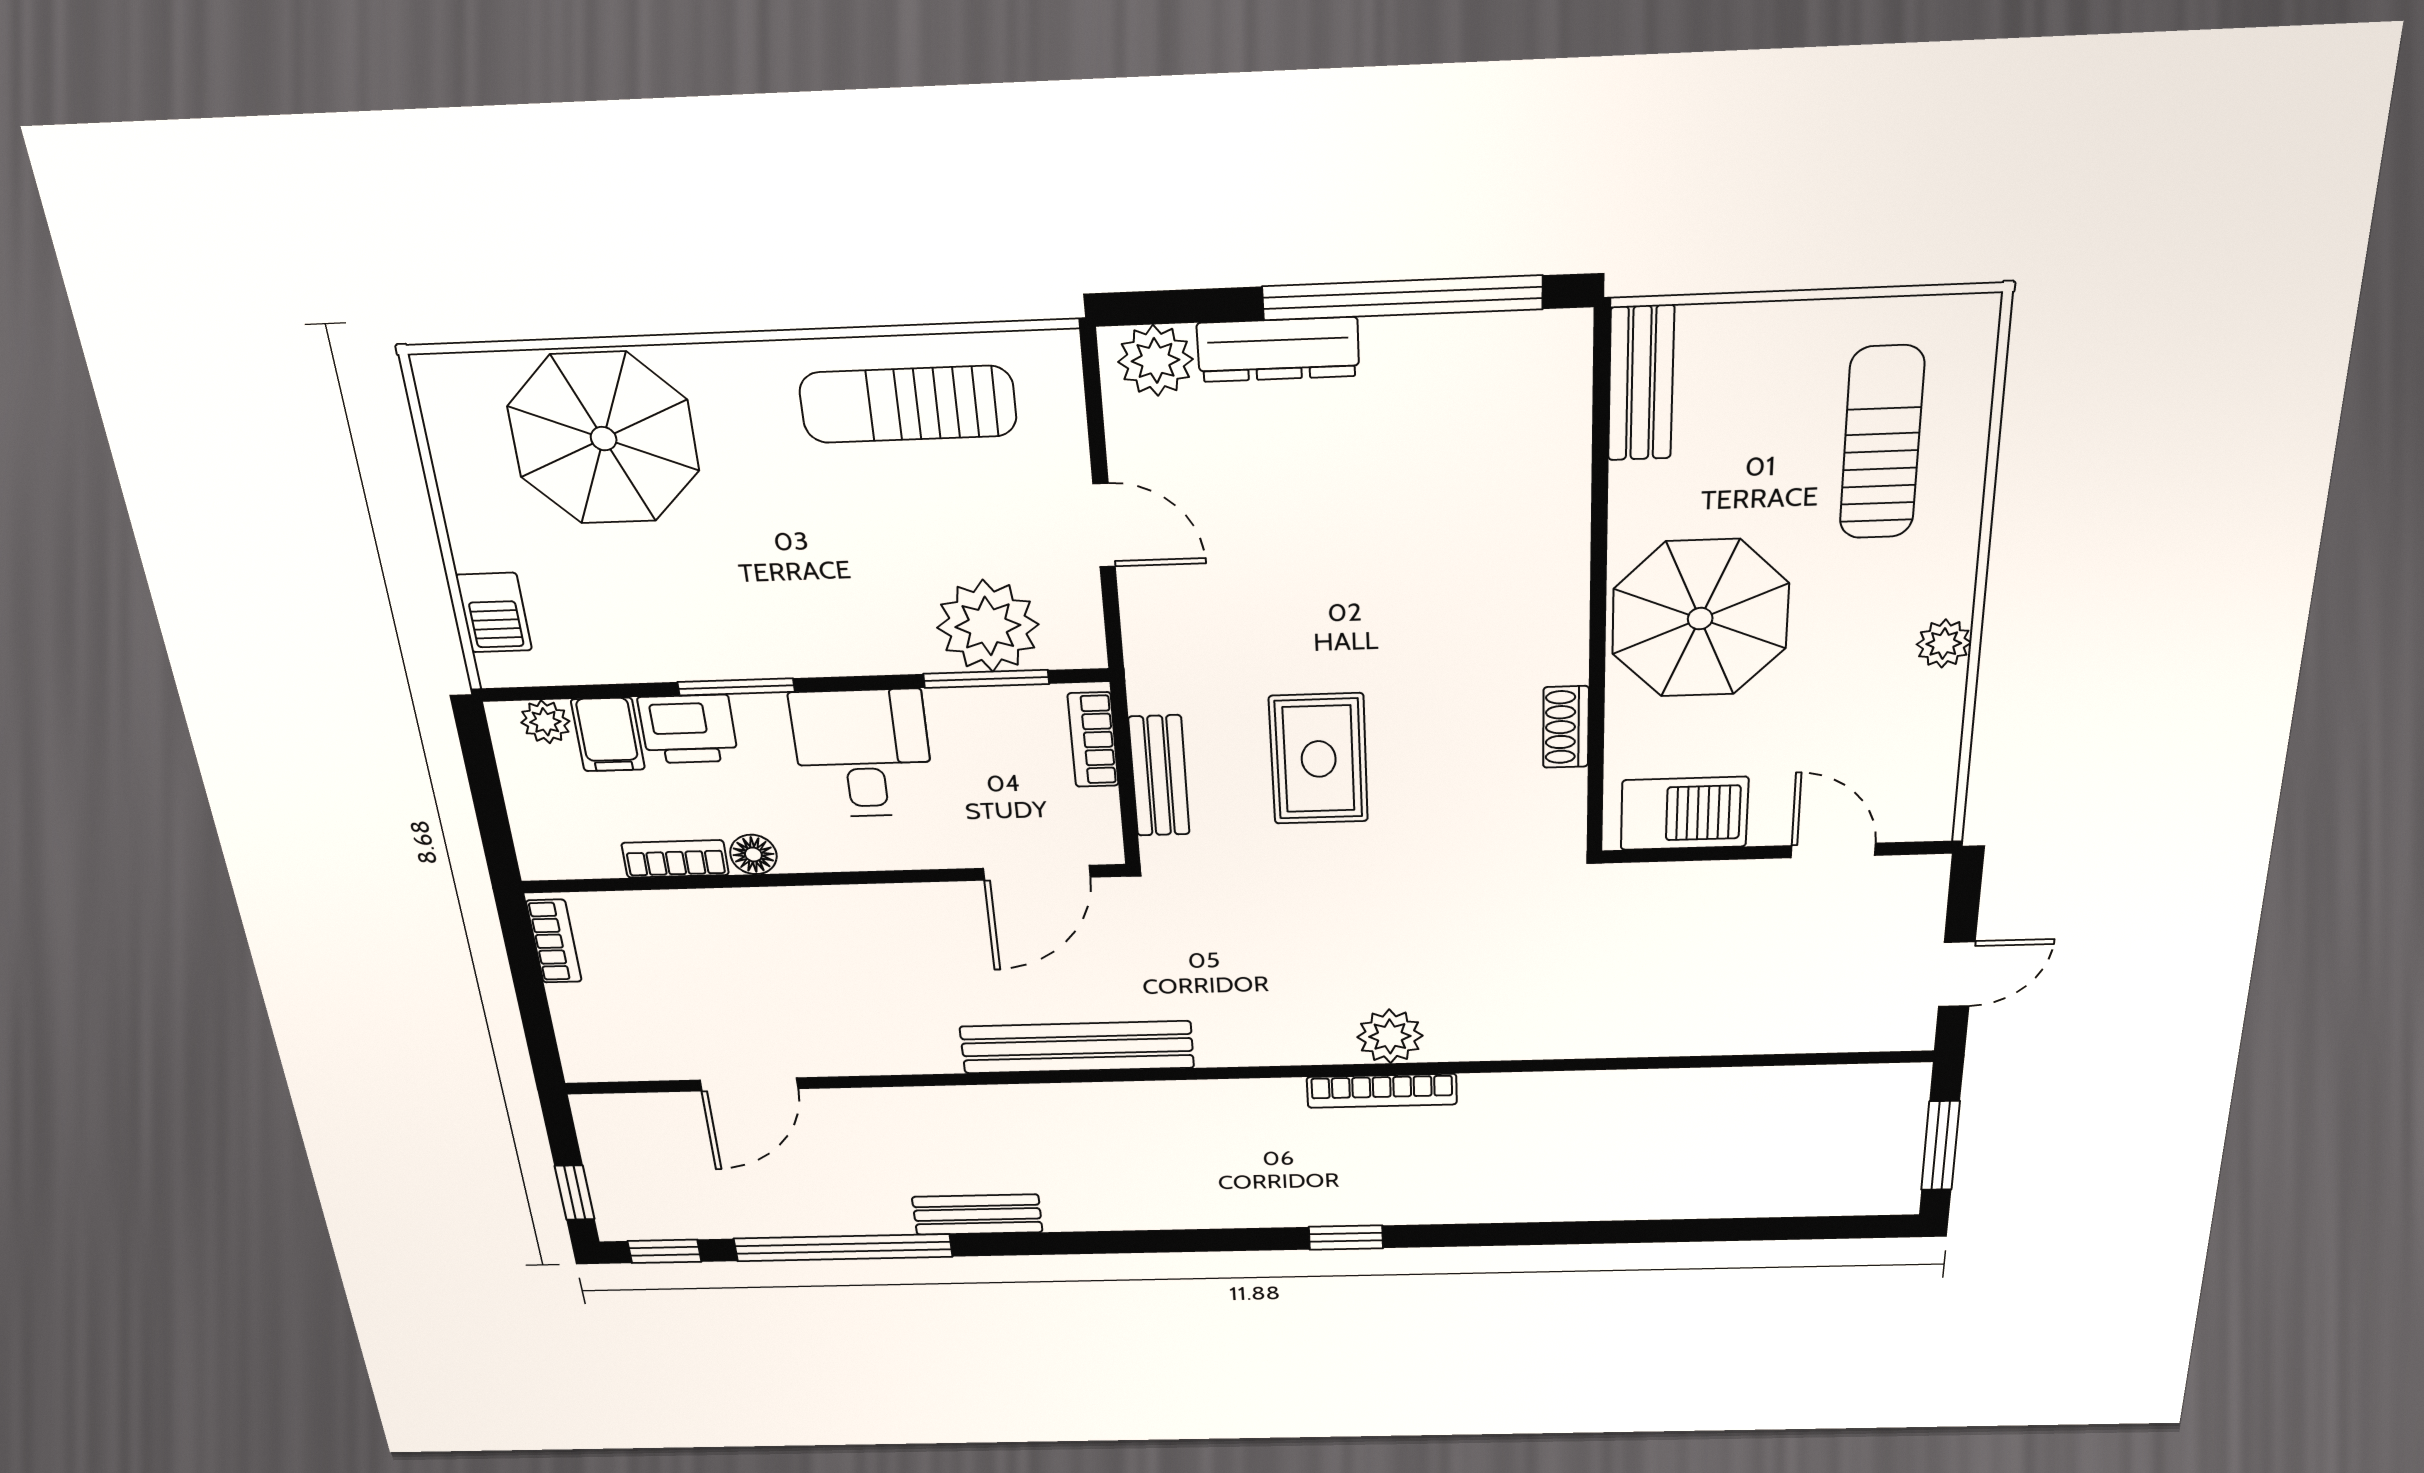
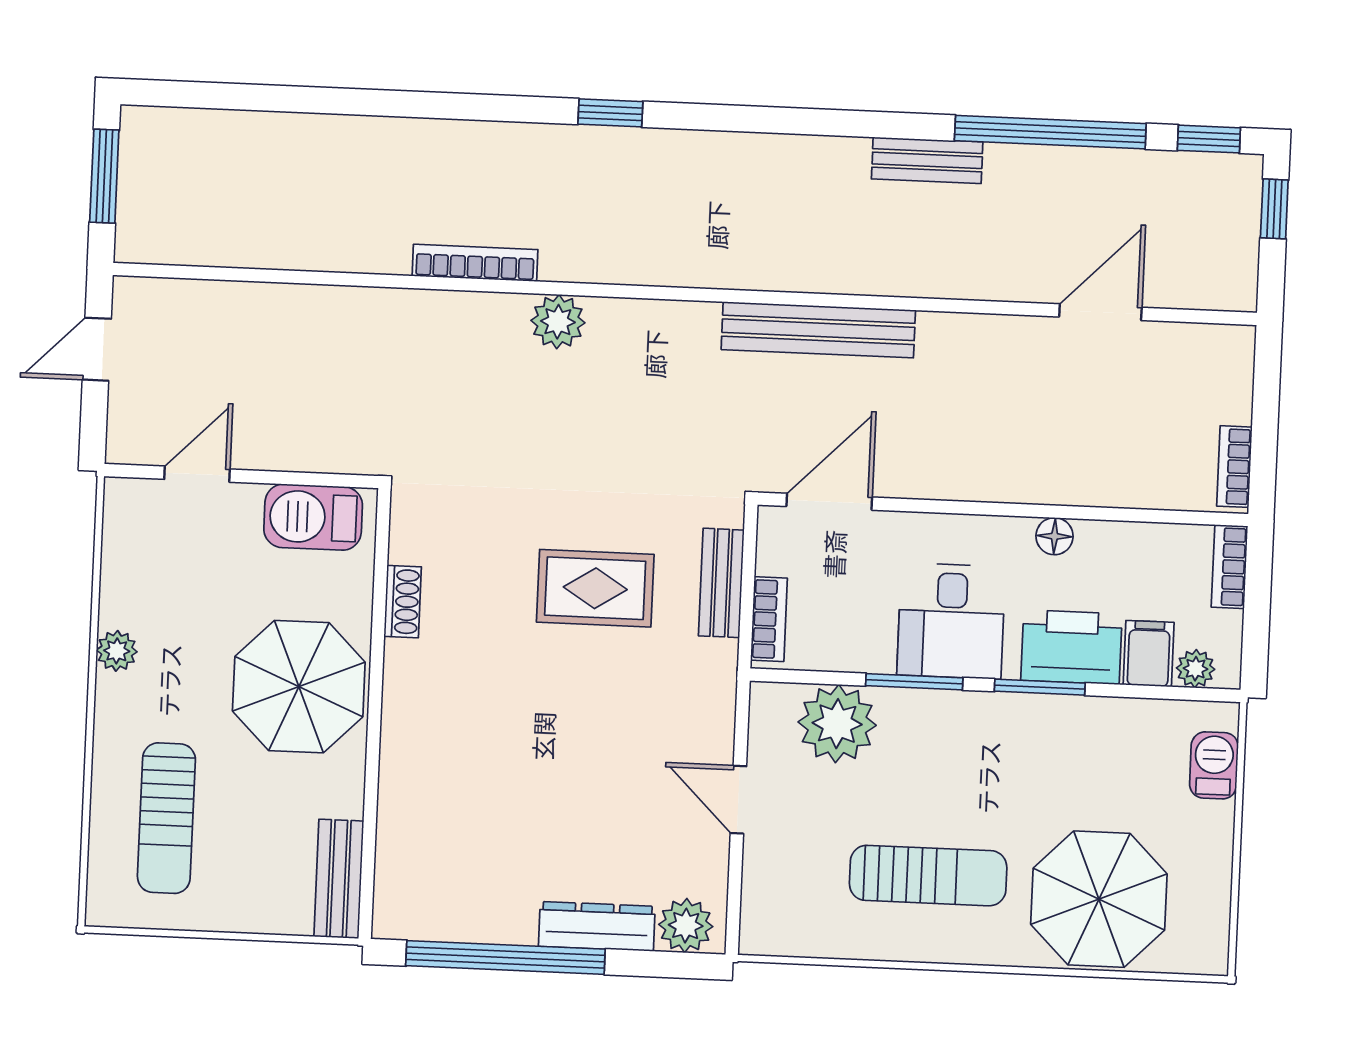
sun lounger: (908, 404) -> (928, 876), moved
window: (986, 679) -> (914, 682), moved
printer: (688, 729) -> (1071, 647), width x1.37, depth x1.19
rug: (1319, 759) -> (595, 588), turned 90
door: (1833, 850) -> (197, 474), swing flipped
bookcase: (675, 859) -> (1230, 567), moved, turned 90
bookcase: (1382, 1091) -> (475, 263), moved

